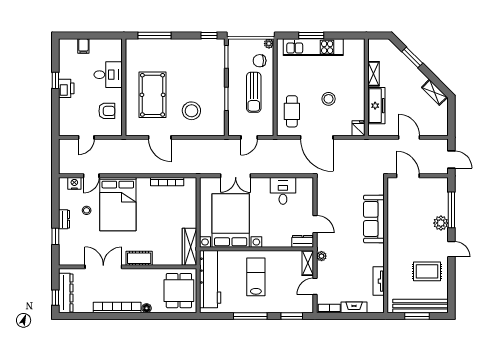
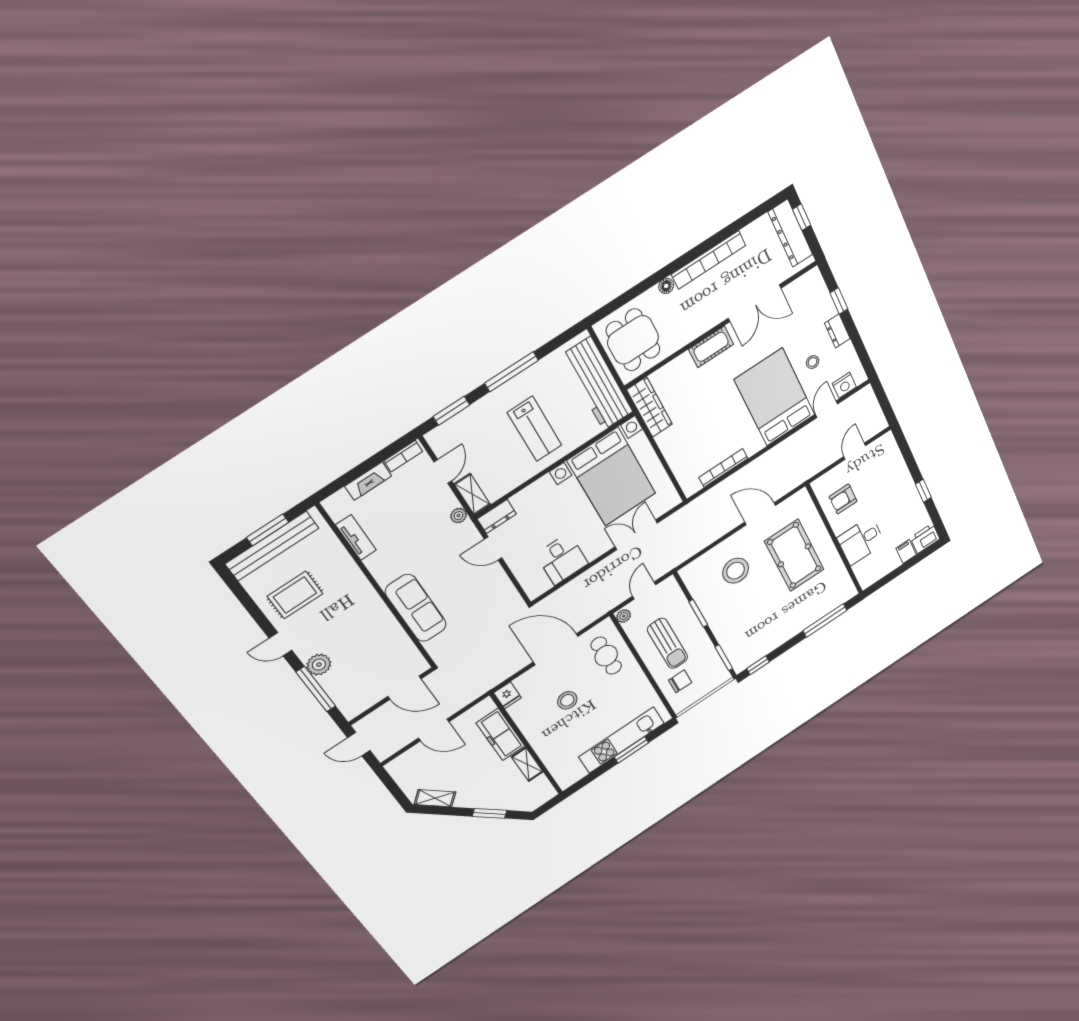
plant: (269, 44) -> (624, 616), moved
printer: (66, 88) -> (925, 538), moved, turned 90
sun lounger: (254, 92) -> (668, 643), turned 180

